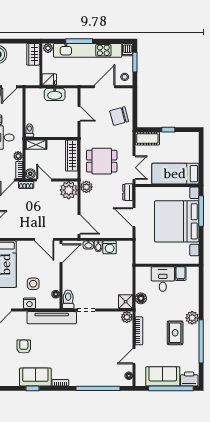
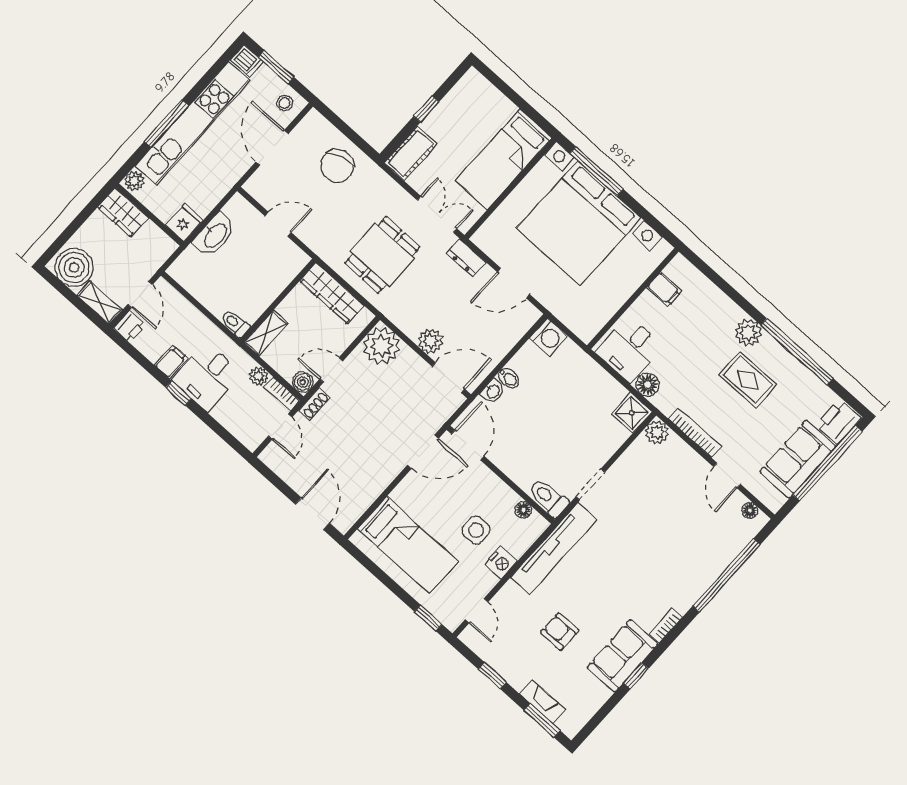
plant: (86, 187) -> (431, 341), moved
washing machine: (110, 247) -> (549, 337), moved
desk: (163, 279) -> (629, 349), moved, turned -90

